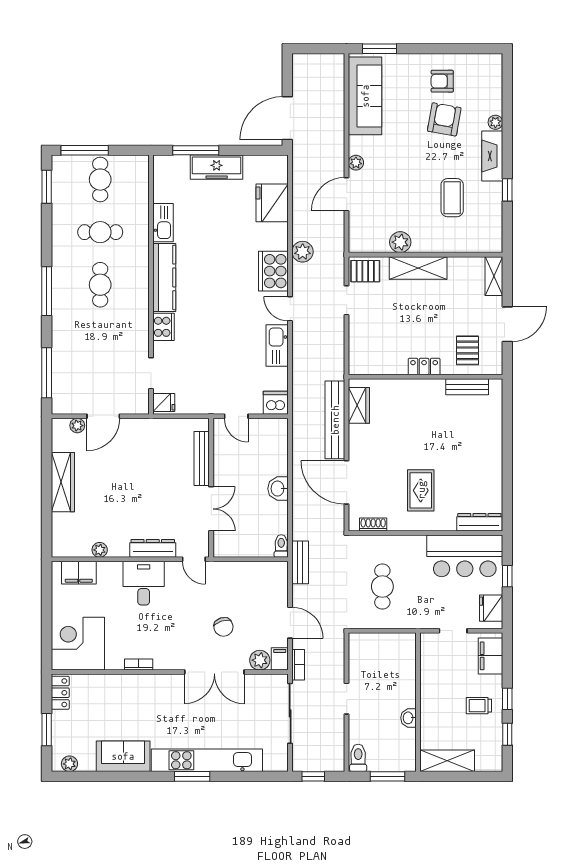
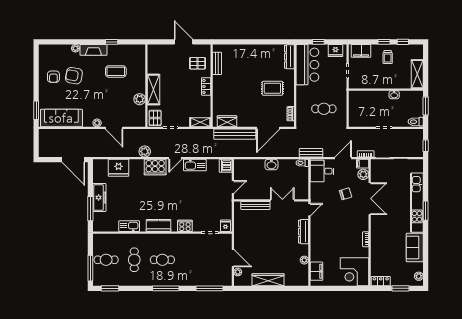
shelving: (494, 276) -> (200, 122), moved
kitchen counter: (164, 277) -> (158, 226), width x0.67
desk: (144, 583) -> (322, 171), moved

